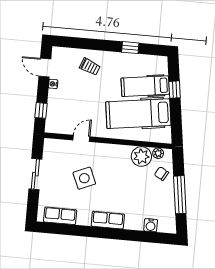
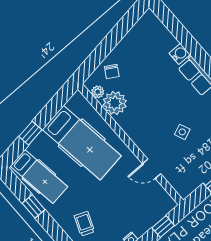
hospital bed: (145, 86) -> (39, 177), moved
side table: (84, 178) -> (182, 132), width x0.54, depth x0.54
window: (180, 195) -> (113, 38), removed
water cooler: (151, 225) -> (180, 54), moved

